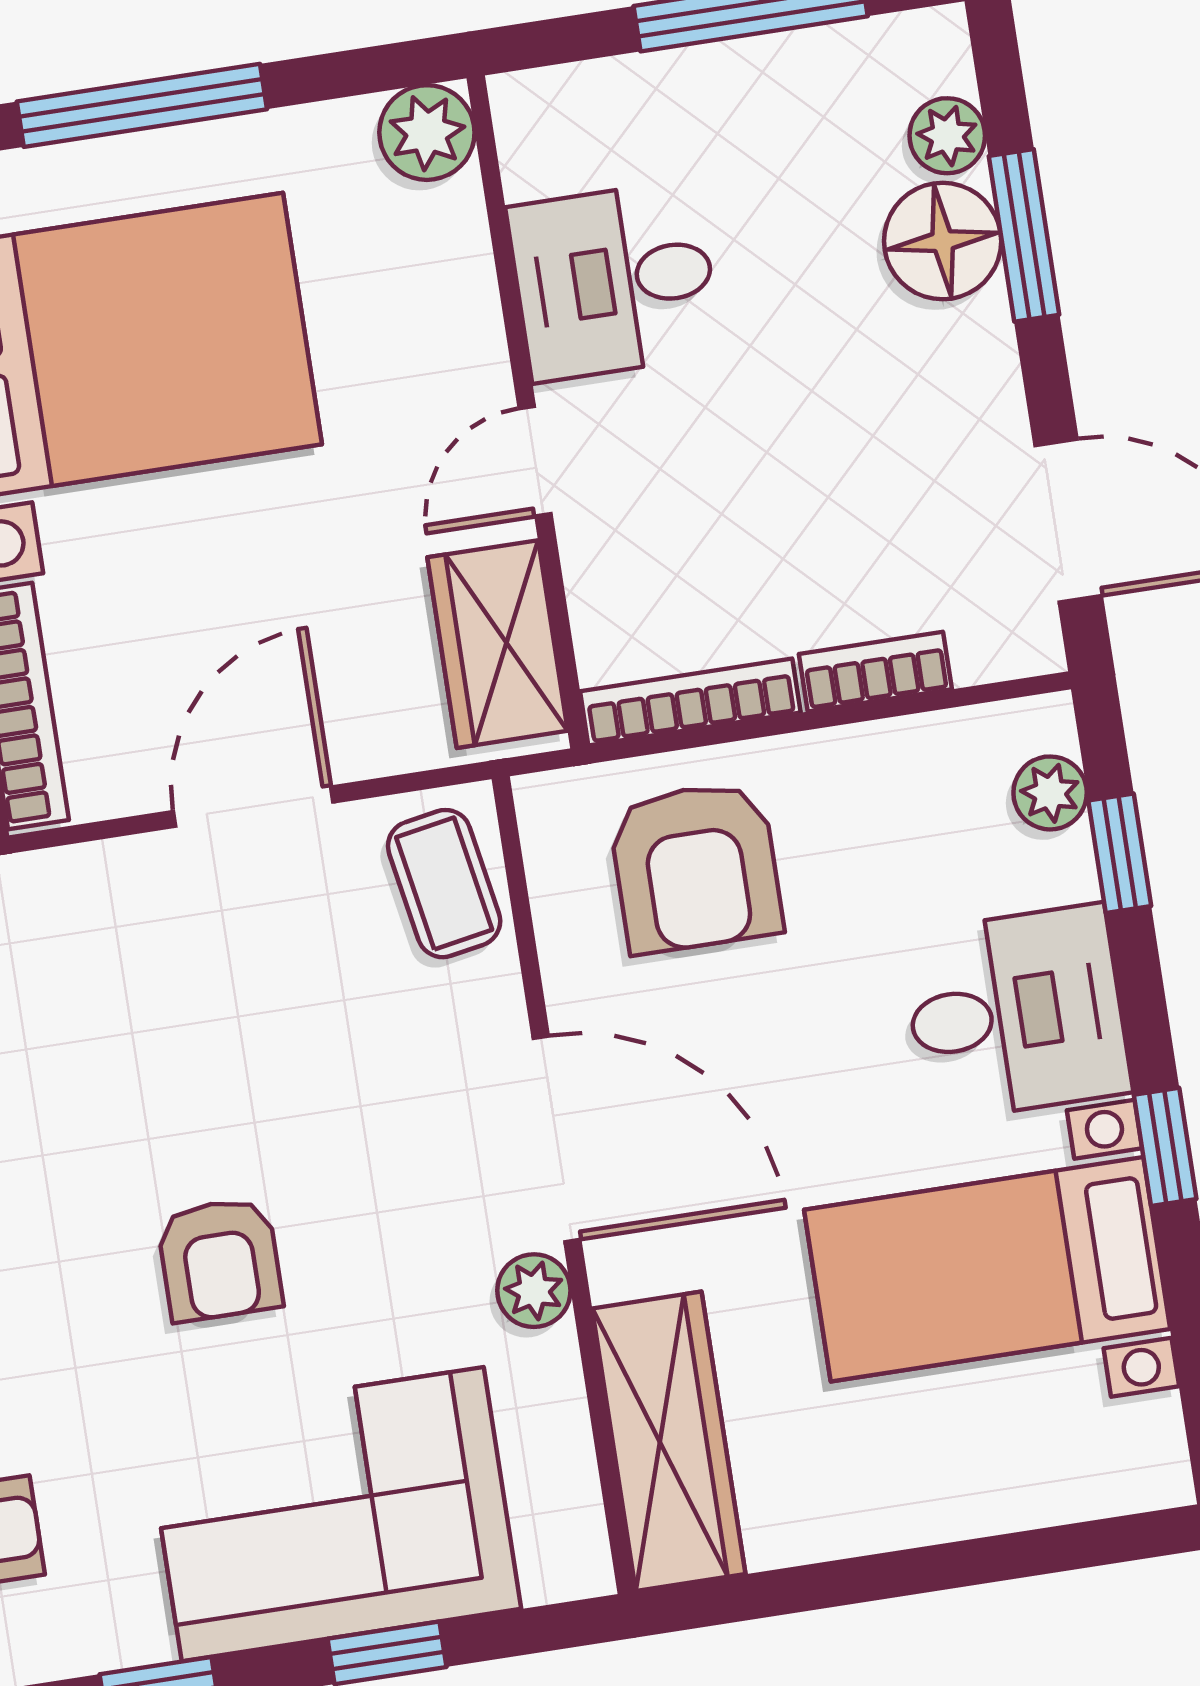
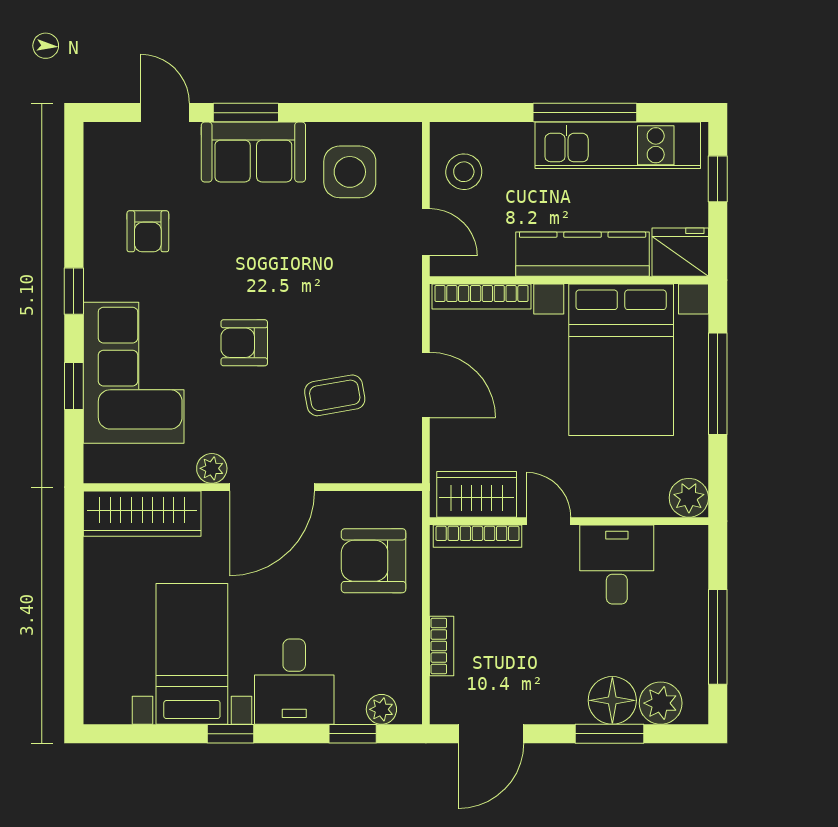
plant: (947, 136) -> (661, 703), width x1.38, depth x1.38
bookcase: (690, 702) -> (477, 536), moved, turned 90
coffee table: (444, 884) -> (335, 395), moved

